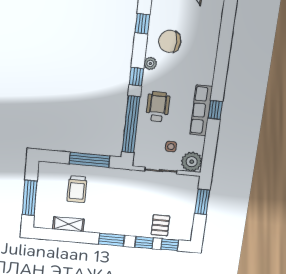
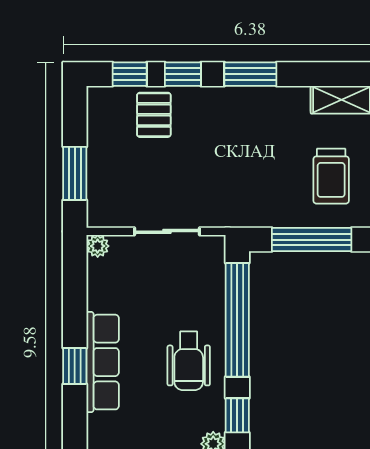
side table: (171, 147) -> (153, 283), removed
plant: (192, 162) -> (98, 246), width x0.53, depth x0.53
trolley: (77, 189) -> (331, 176), turned 180

